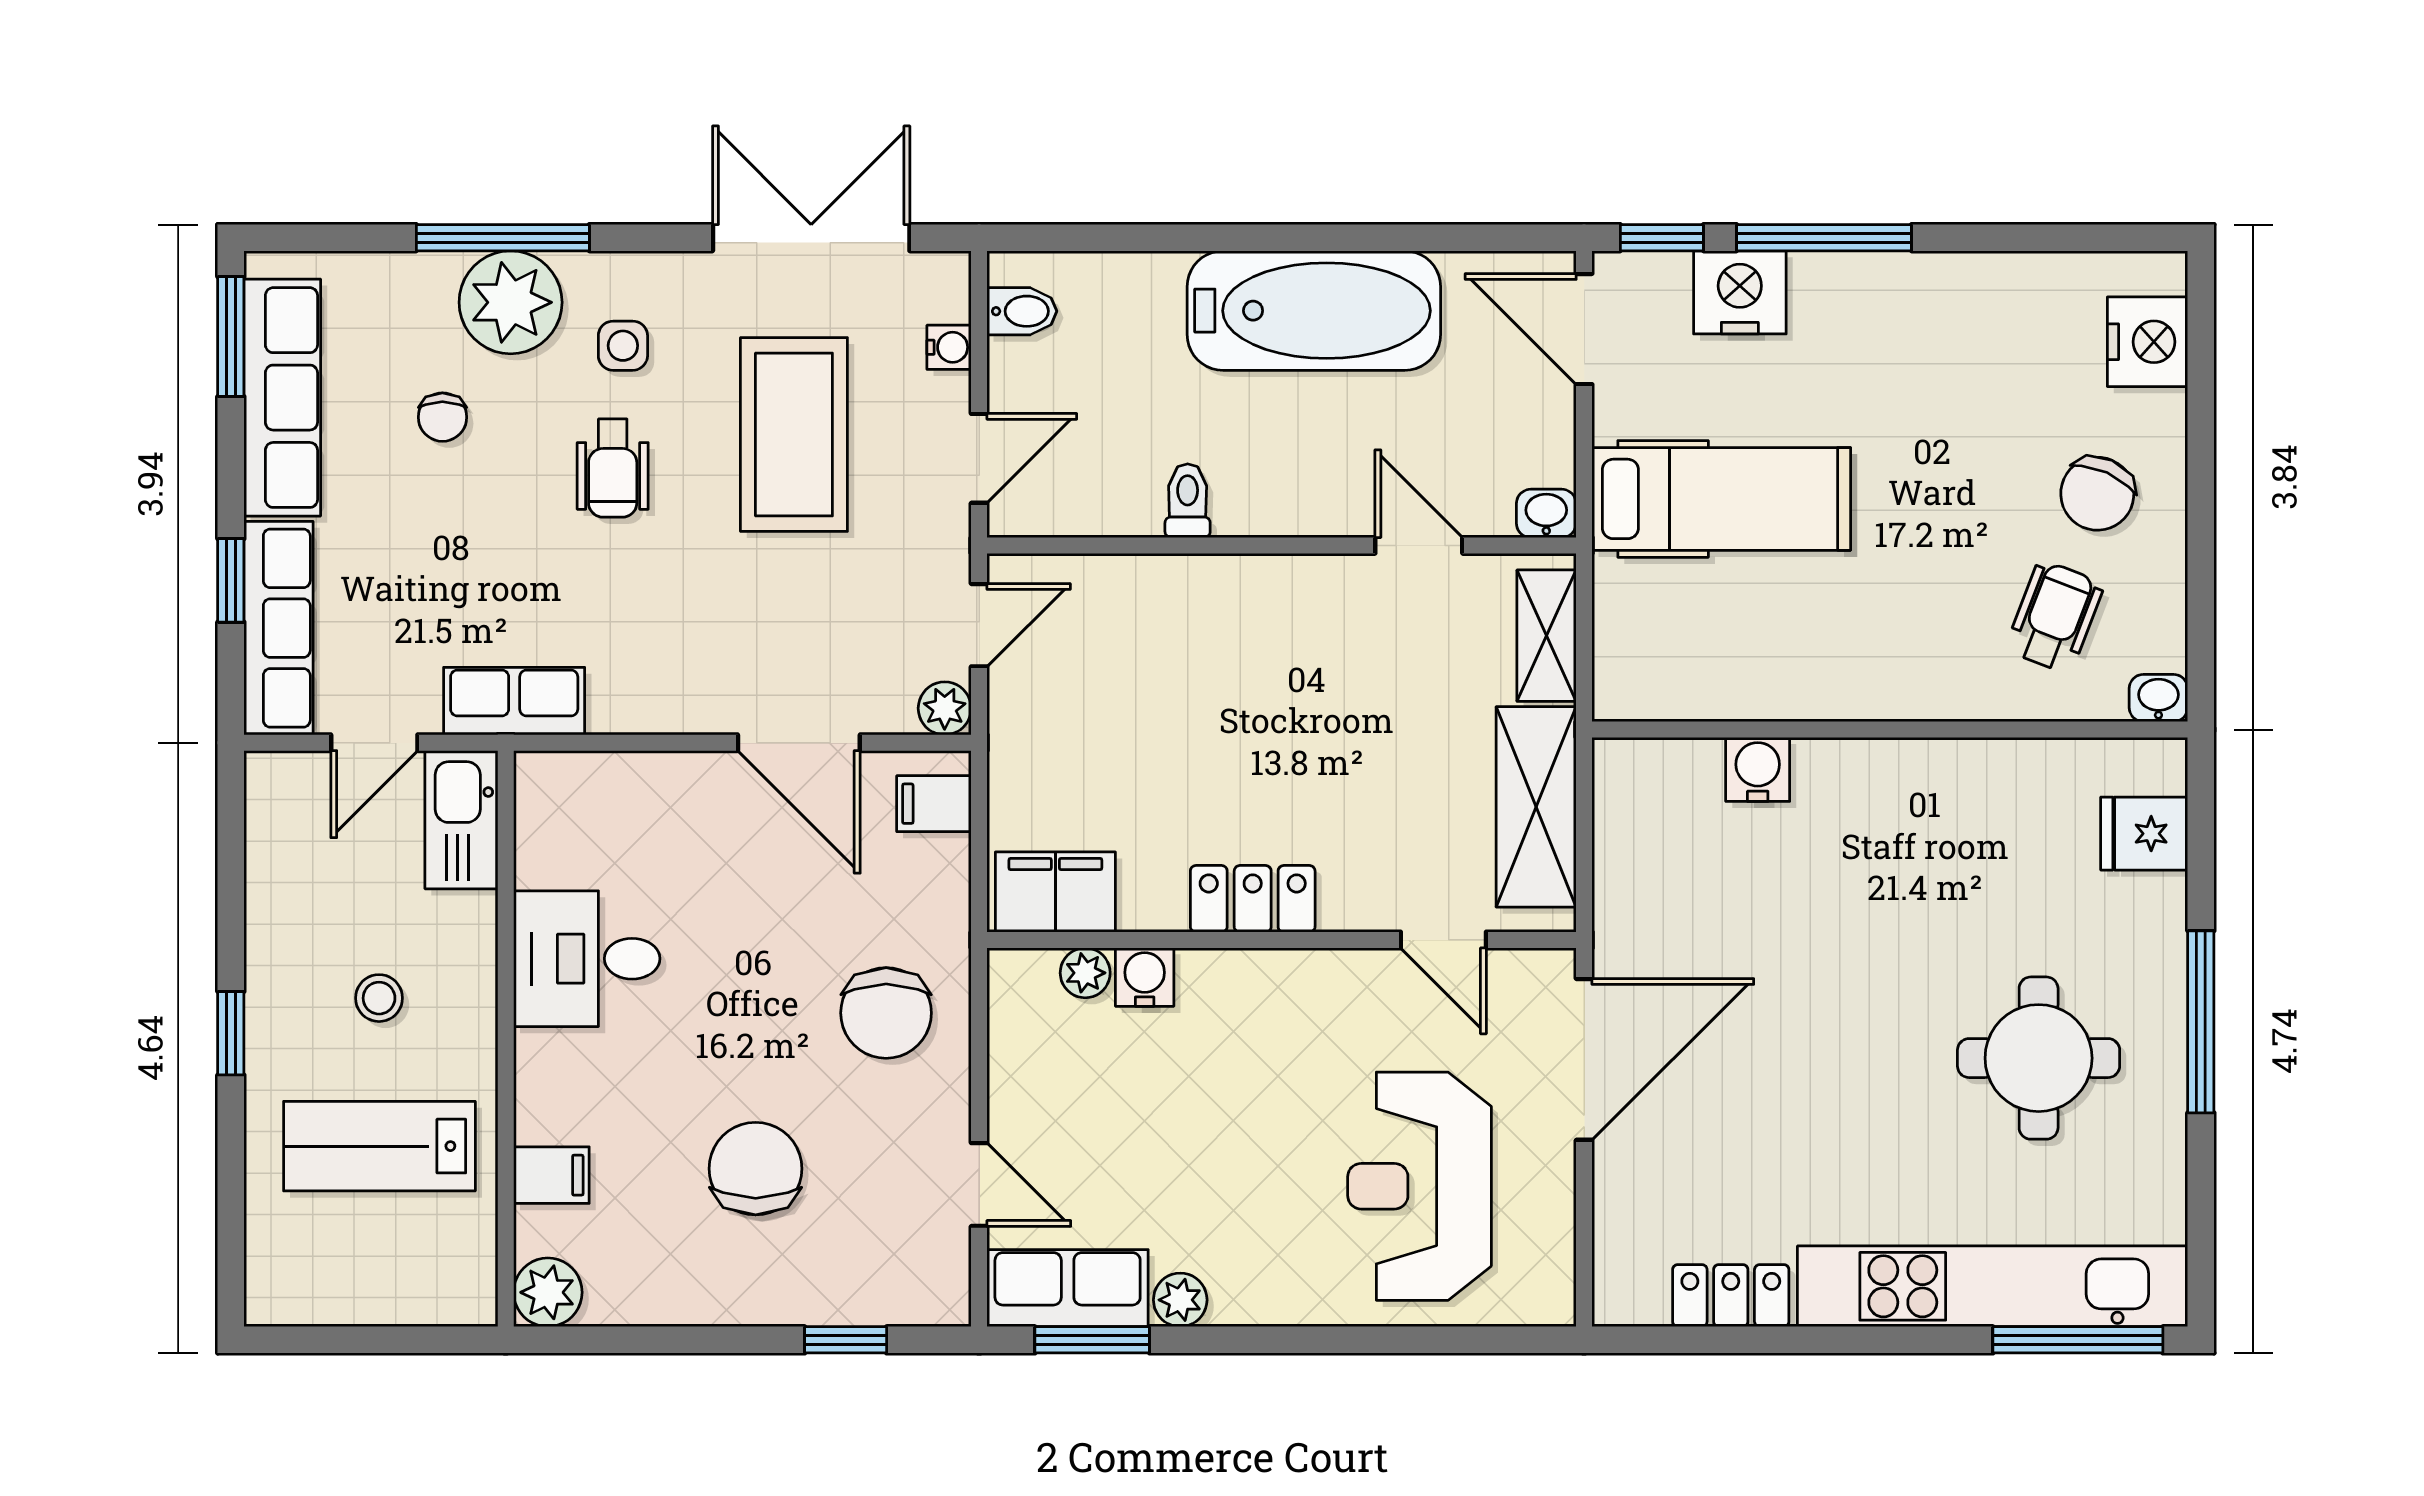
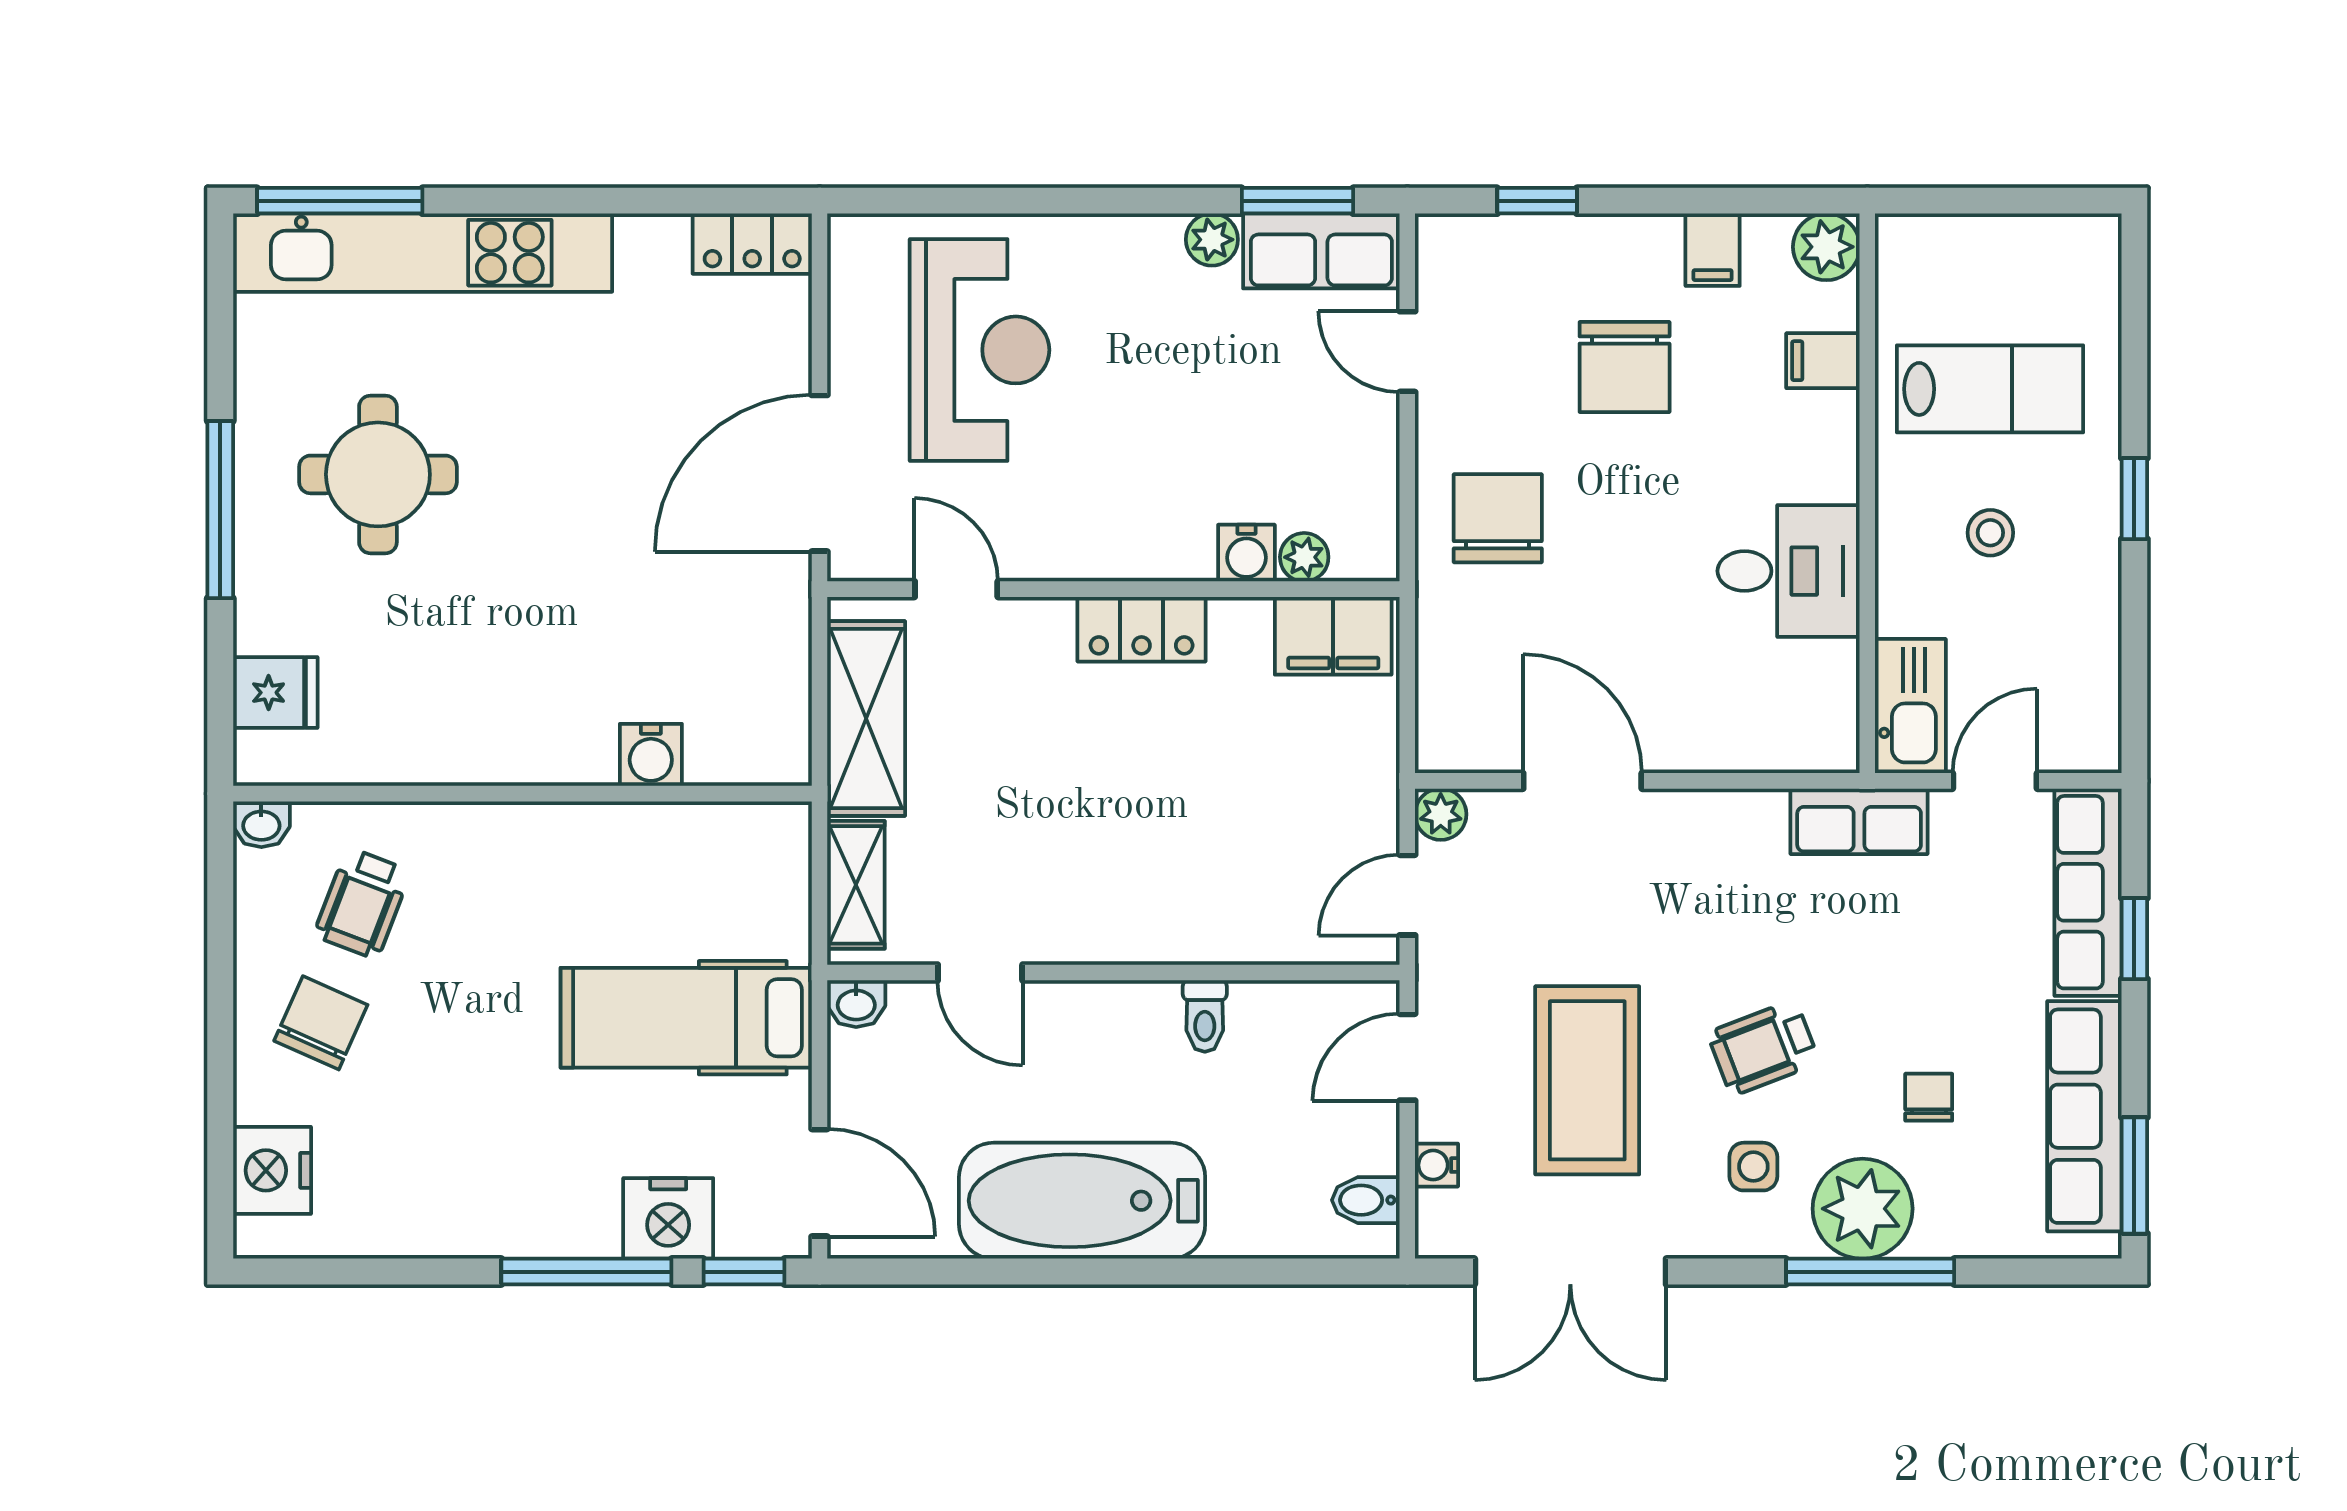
wheelchair: (613, 468) -> (1763, 1048), turned -111
filing cabinet: (934, 804) -> (1713, 250), moved, turned 90
locker: (1731, 1296) -> (752, 244), moved

